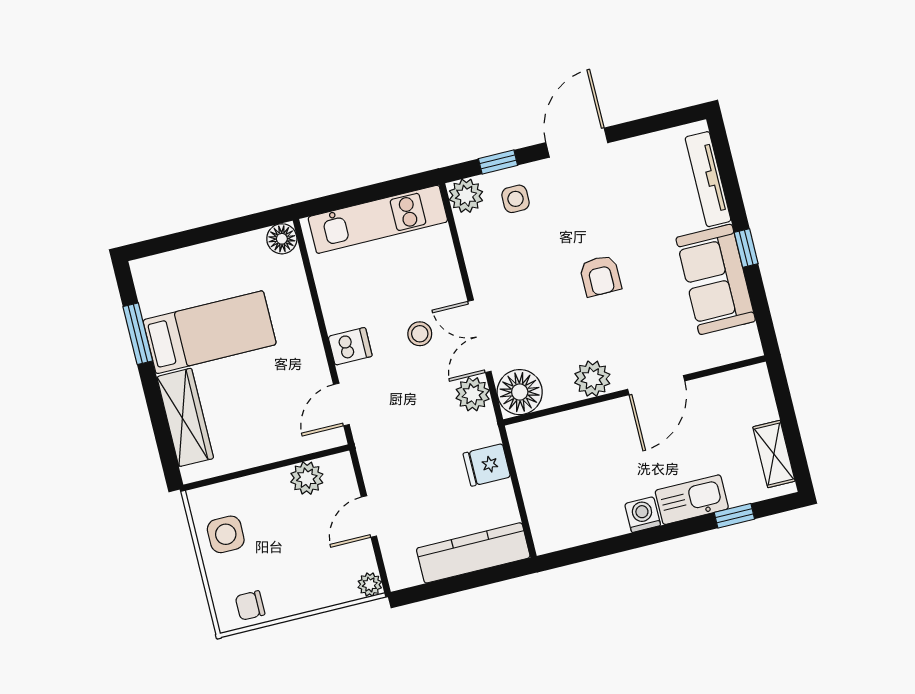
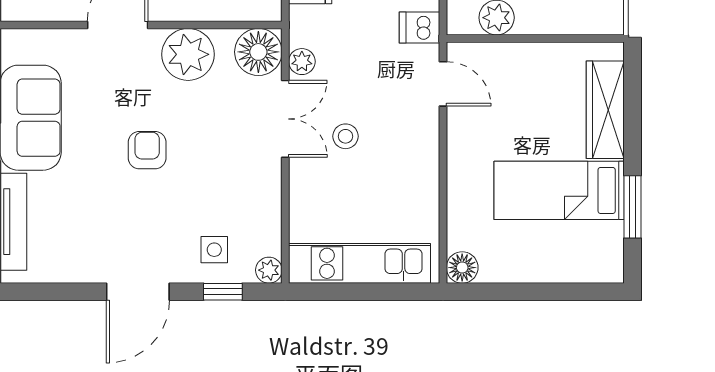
plant: (466, 196) -> (269, 270), width x0.73, depth x0.73
dishwasher: (350, 346) -> (419, 27), moved
plant: (592, 379) -> (188, 54), width x1.36, depth x1.36
plant: (473, 394) -> (302, 62), width x0.73, depth x0.73
door: (341, 404) -> (443, 84), hinge flipped

